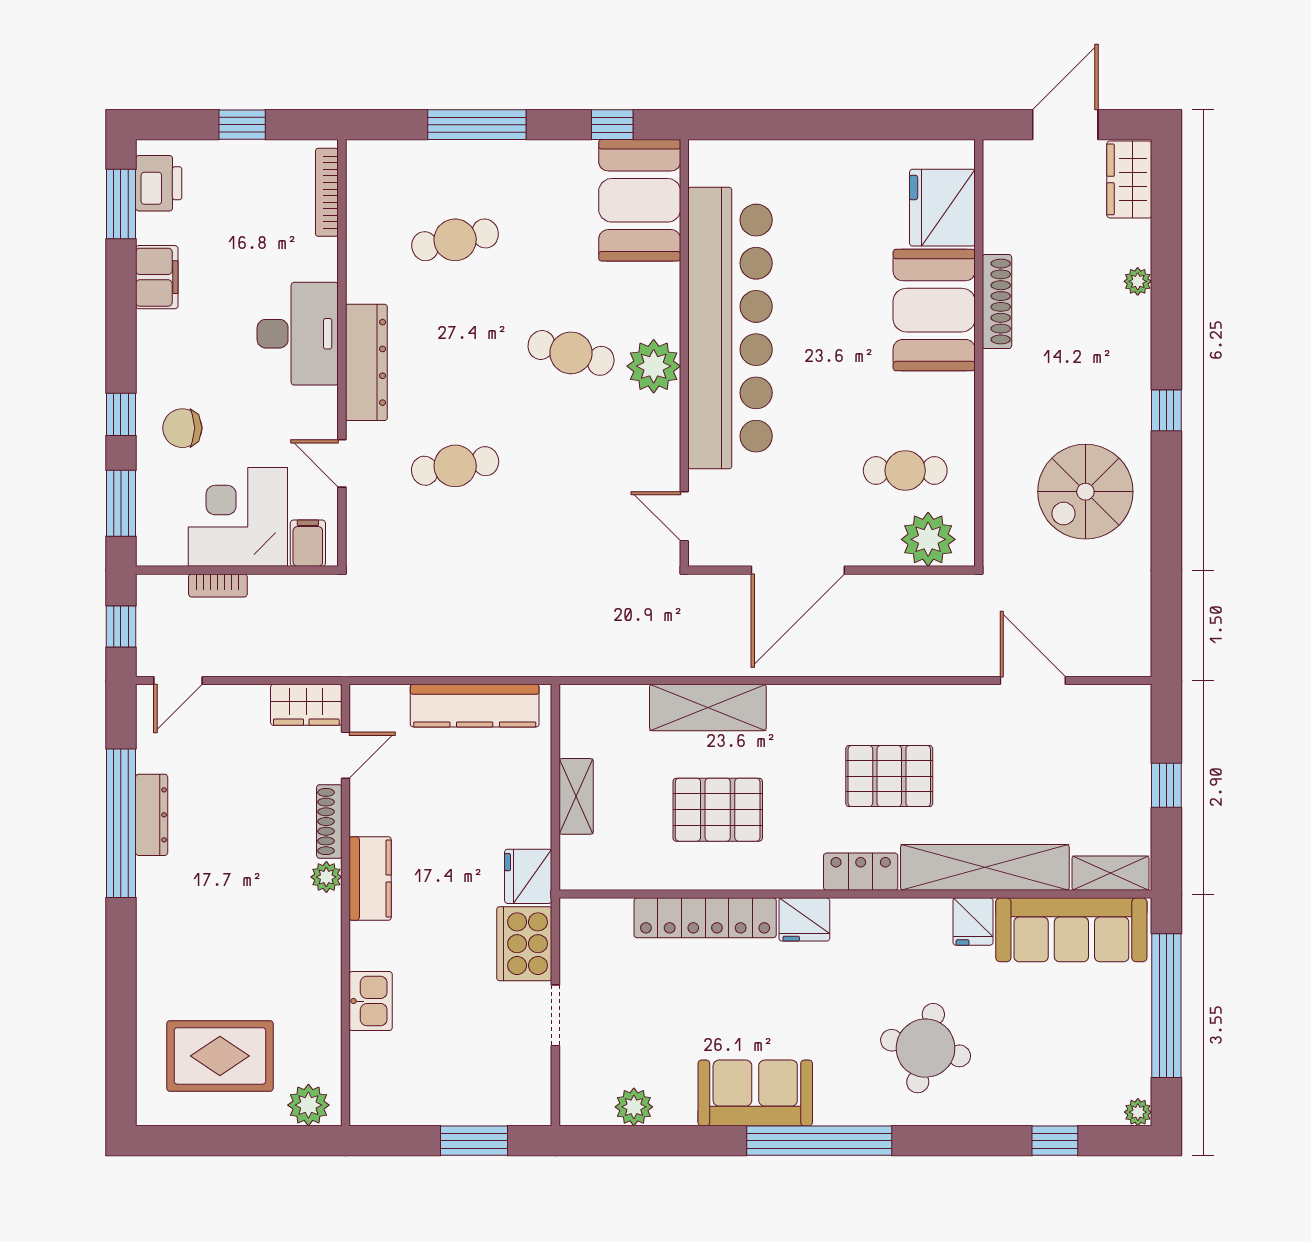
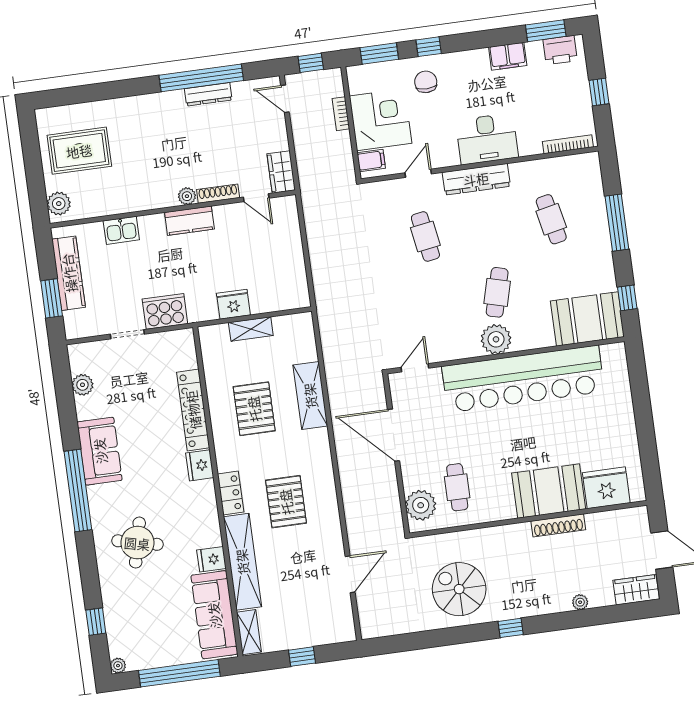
kitchen counter: (475, 706) -> (69, 273), moved, turned 180
fridge: (528, 876) -> (233, 304), moved
rug: (220, 1056) -> (79, 151), turned 90

